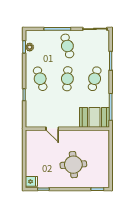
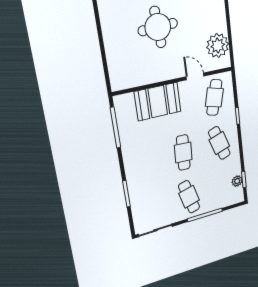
cafe table: (95, 79) -> (214, 97), moved
booth: (94, 117) -> (158, 102), moved
plant: (34, 146) -> (218, 46), added

